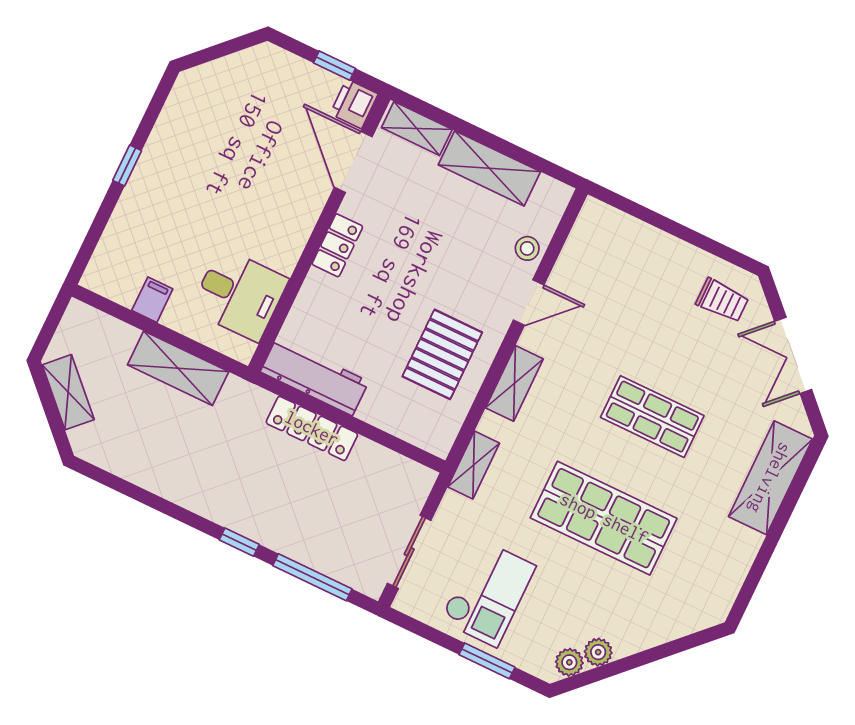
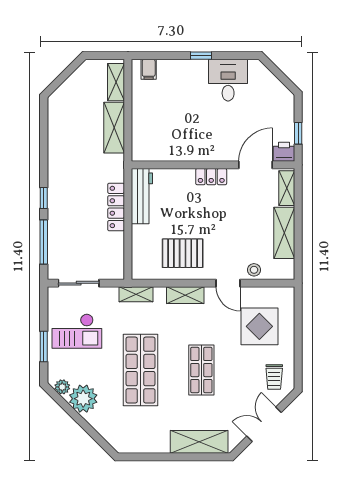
display table: (626, 285) -> (259, 326), added
desk: (239, 294) -> (228, 80), moved, turned 180
filing cabinet: (152, 300) -> (149, 69), moved, turned 90
shelving: (68, 392) -> (116, 82), moved, turned -45
plant: (598, 652) -> (83, 399), width x1.87, depth x1.87

